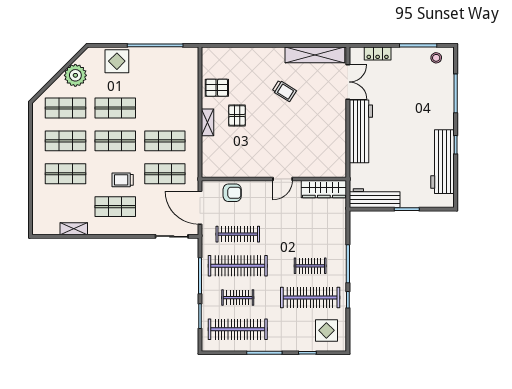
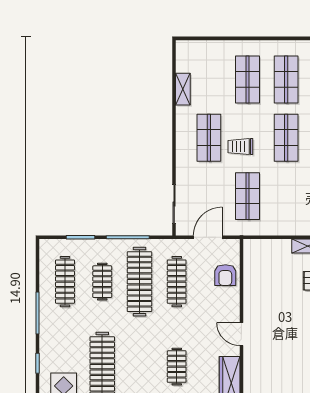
shop shelf: (165, 141) -> (286, 196), removed
trolley: (123, 180) -> (240, 147), turned -90
door: (200, 208) -> (208, 237), width x0.73
clothes rail: (310, 266) -> (177, 367), moved
clothes rail: (238, 329) -> (65, 282), width x0.73, depth x0.76

